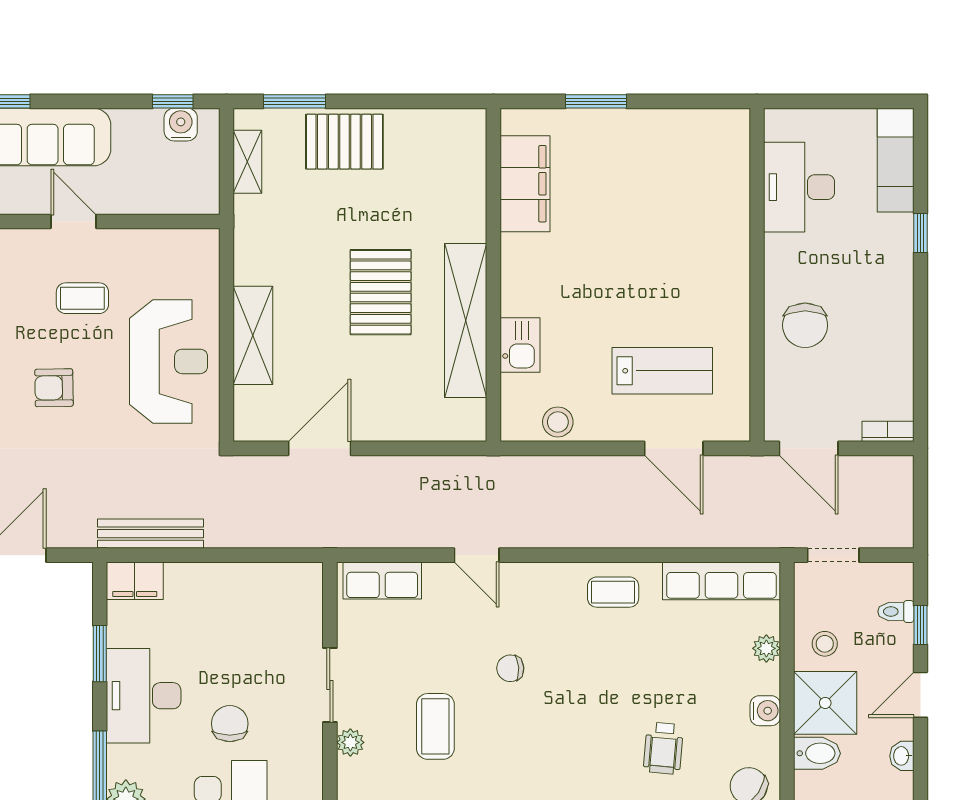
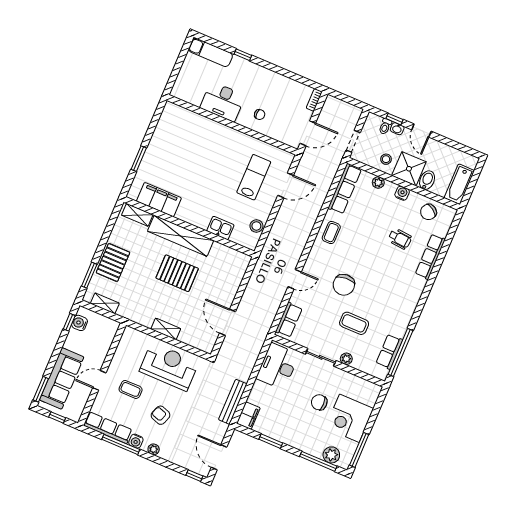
shelving: (471, 151) -> (137, 215), added
desk: (799, 187) -> (223, 102), moved
coffee table: (82, 298) -> (131, 389), turned 90
shelving: (466, 320) -> (181, 236), moved
chair: (805, 325) -> (260, 115), width x0.54, depth x0.54
shelving: (253, 335) -> (166, 329), width x0.67, depth x0.75
armchair: (54, 388) -> (160, 415), turned 110
chair: (510, 668) -> (344, 285), width x1.87, depth x1.87
desk: (144, 696) -> (278, 366), moved, turned 90
washbasin: (902, 756) -> (397, 129), moved

